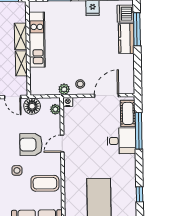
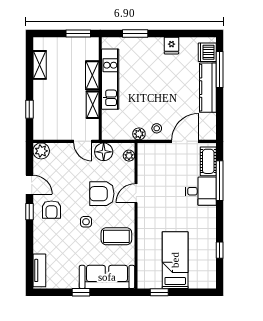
kitchen counter: (126, 38) -> (208, 88), width x1.50
nightstand: (68, 102) -> (143, 148), removed

